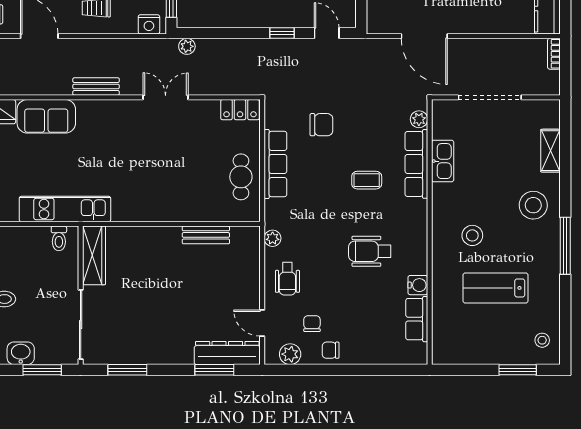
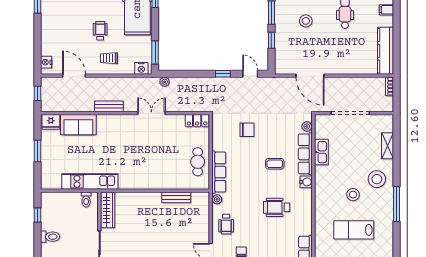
row of seats: (275, 164) -> (219, 172), moved
stool: (472, 235) -> (353, 195), moved
water cooler: (418, 285) -> (306, 182), moved

